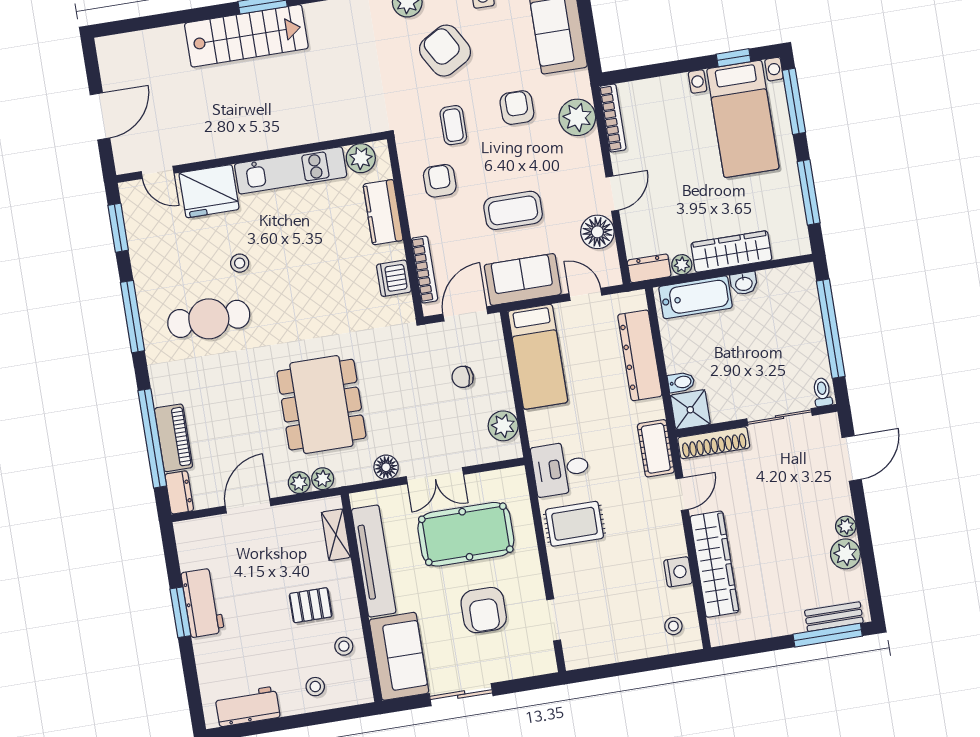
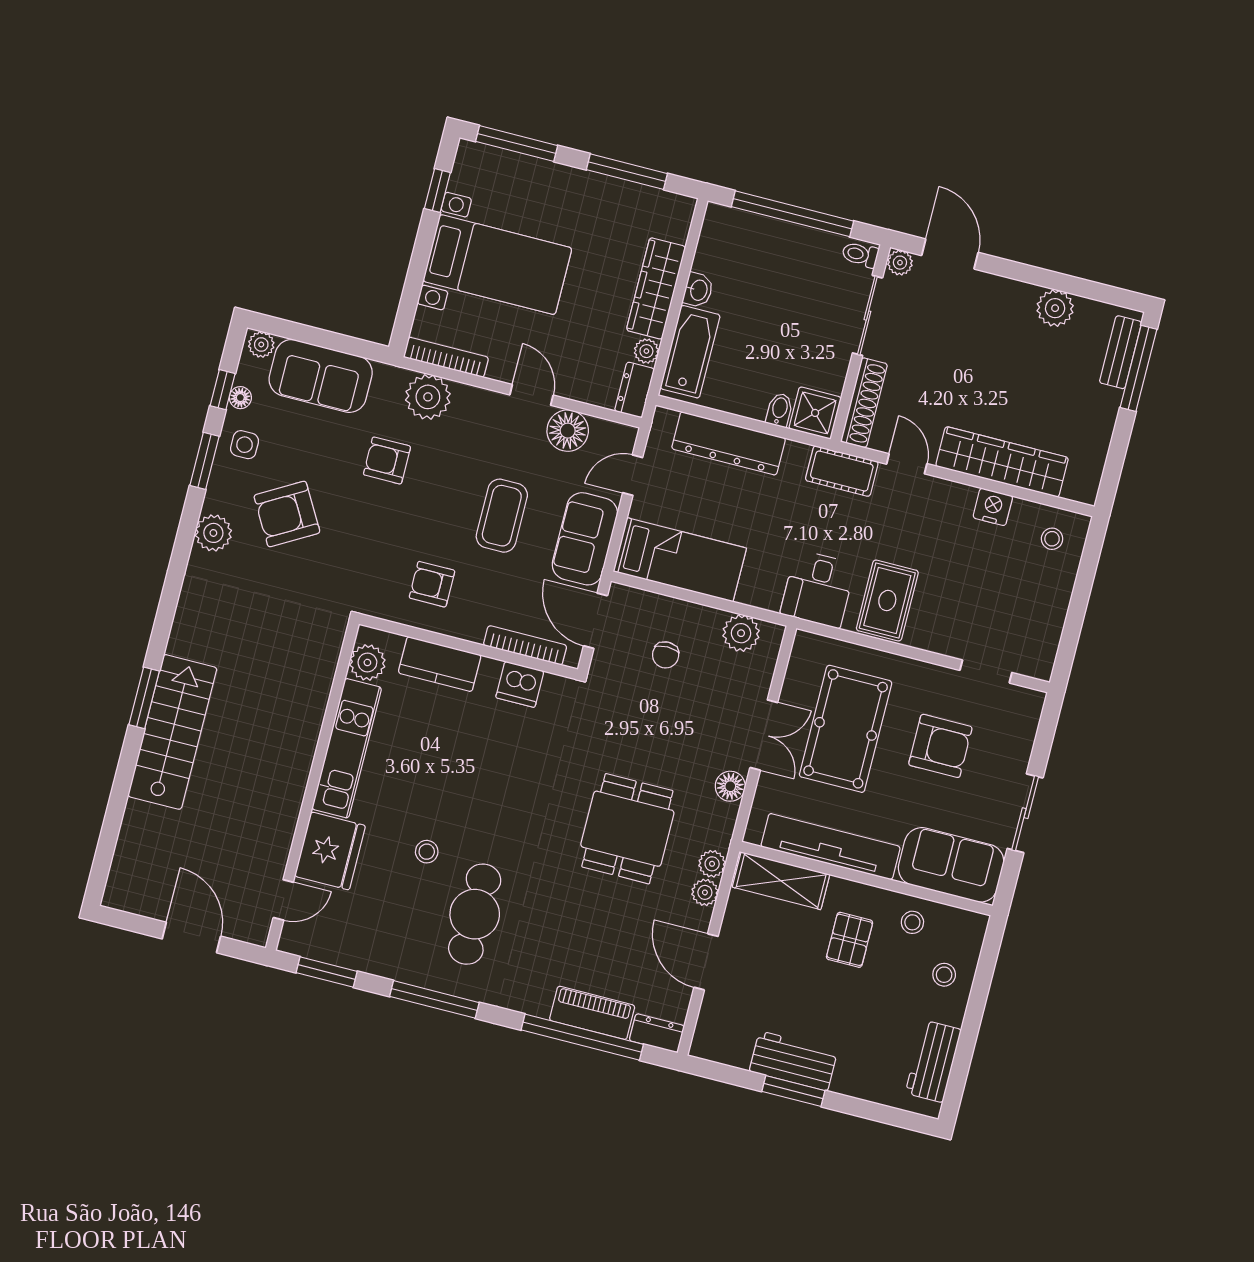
bed with nightstands: (743, 119) -> (497, 265), moved
coffee table: (453, 125) -> (376, 541), removed
dining table: (321, 405) -> (627, 829), width x0.73
plant: (846, 526) -> (900, 263), moved
shelving: (336, 535) -> (781, 881), width x1.50, depth x1.33

